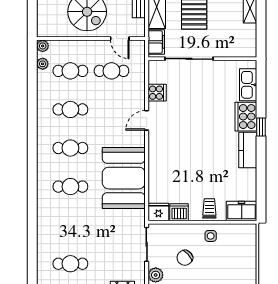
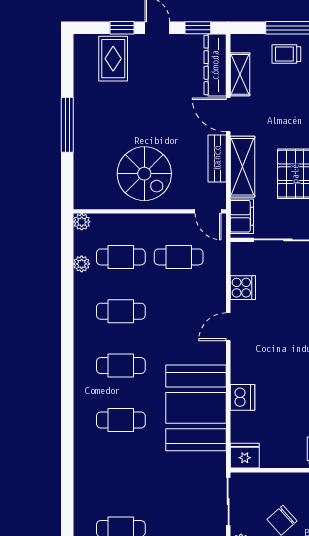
door: (120, 39) -> (208, 211), moved
plant: (43, 64) -> (82, 264), moved
dishwasher: (179, 212) -> (242, 397), moved, turned 90

